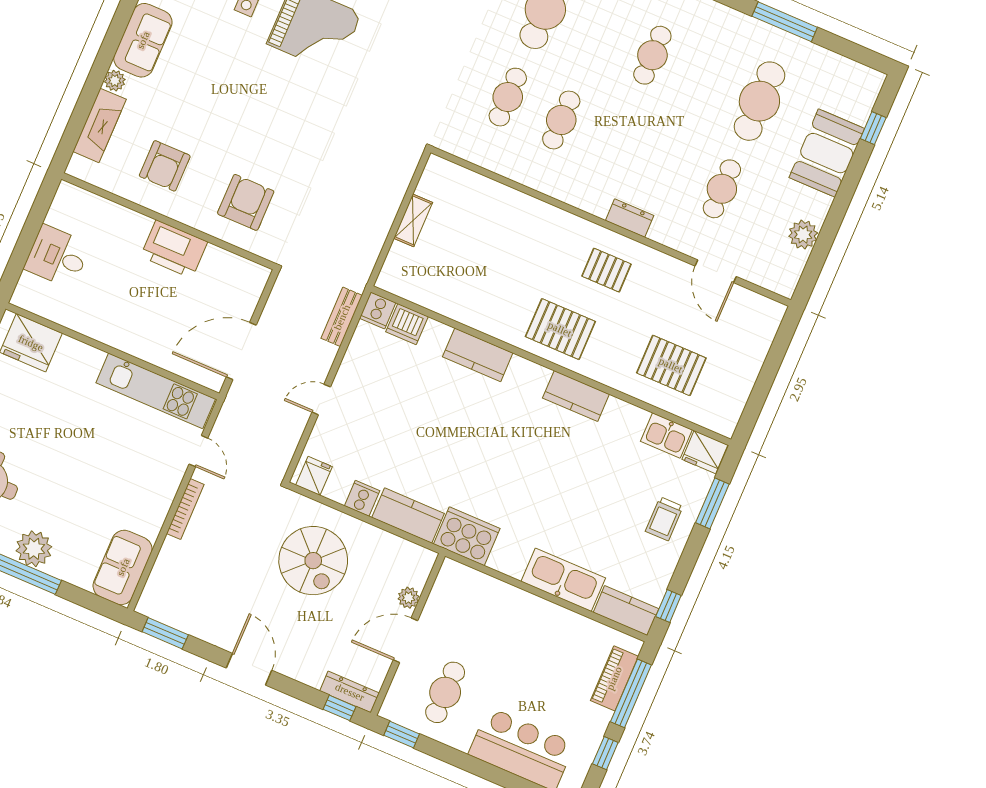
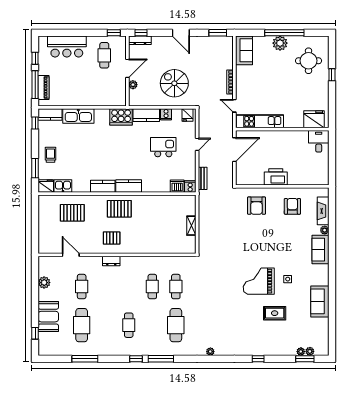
desk: (57, 256) -> (319, 141), moved, turned -90
kitchen counter: (478, 355) -> (129, 186), moved
kitchen island: (400, 426) -> (163, 147), added

